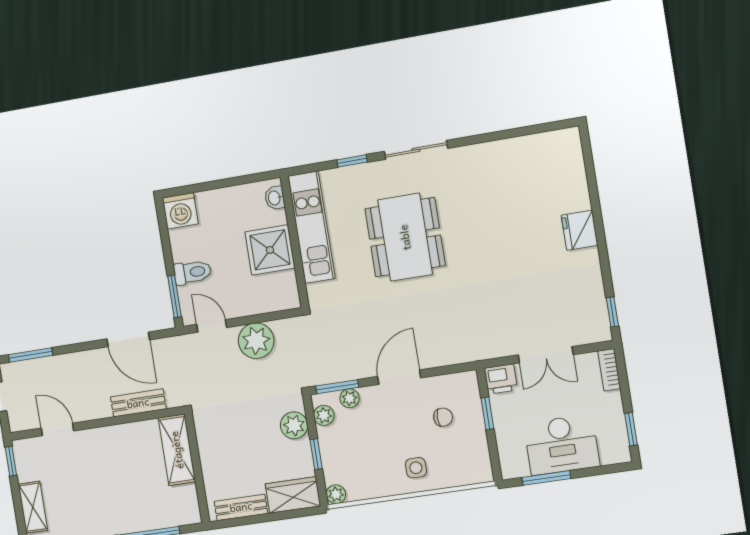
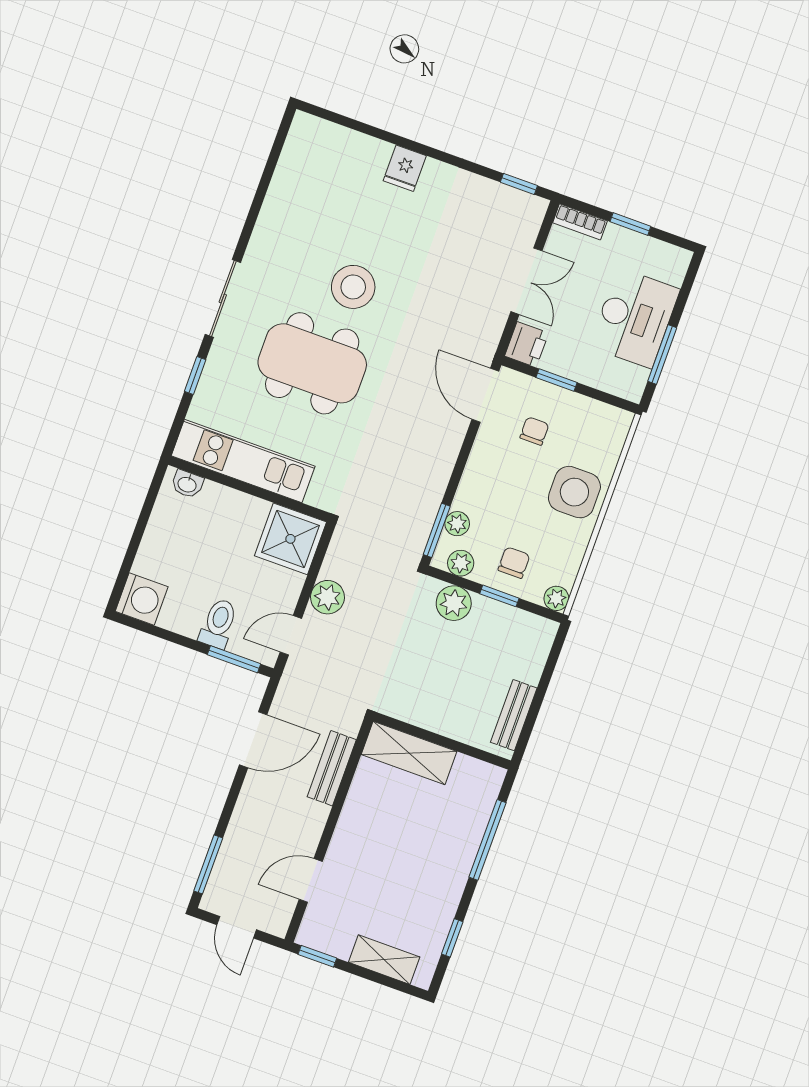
fridge: (580, 230) -> (405, 168), width x0.72
stool: (474, 236) -> (353, 287), added
shower: (270, 250) -> (290, 539), moved
plant: (256, 341) -> (327, 597), width x0.73, depth x0.73
door: (399, 377) -> (485, 395), moved
window: (631, 429) -> (630, 224), moved
chair: (344, 452) -> (514, 563), added
side table: (416, 468) -> (574, 492), width x1.87, depth x1.87
wardrobe: (293, 495) -> (531, 648), removed

